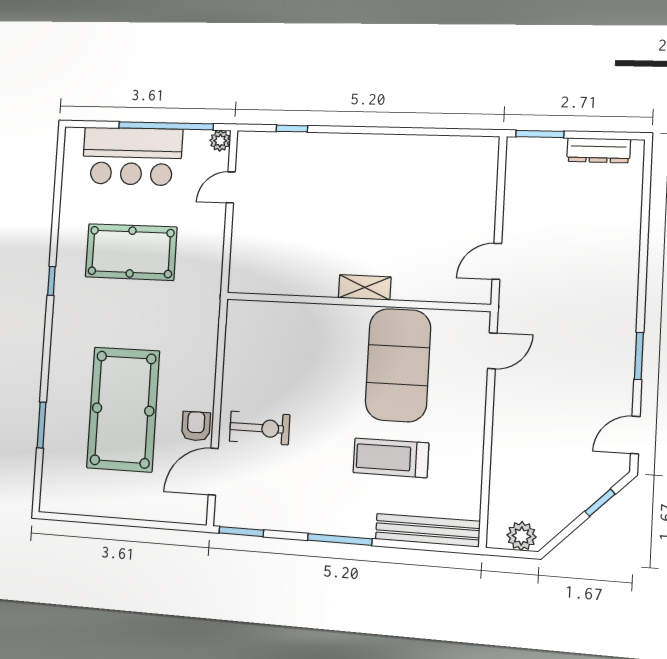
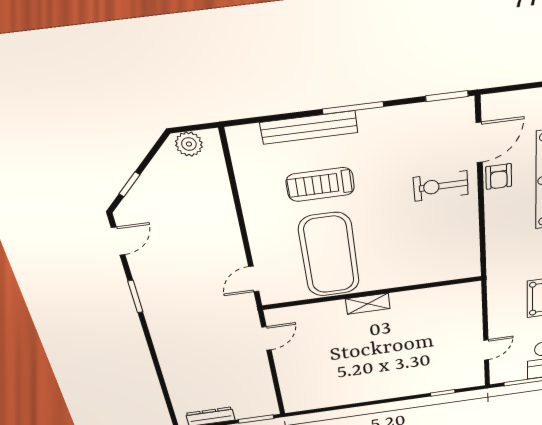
plant: (220, 141) -> (498, 377), removed
treadmill: (391, 458) -> (320, 185), turned 180
bench: (428, 530) -> (309, 128), moved

